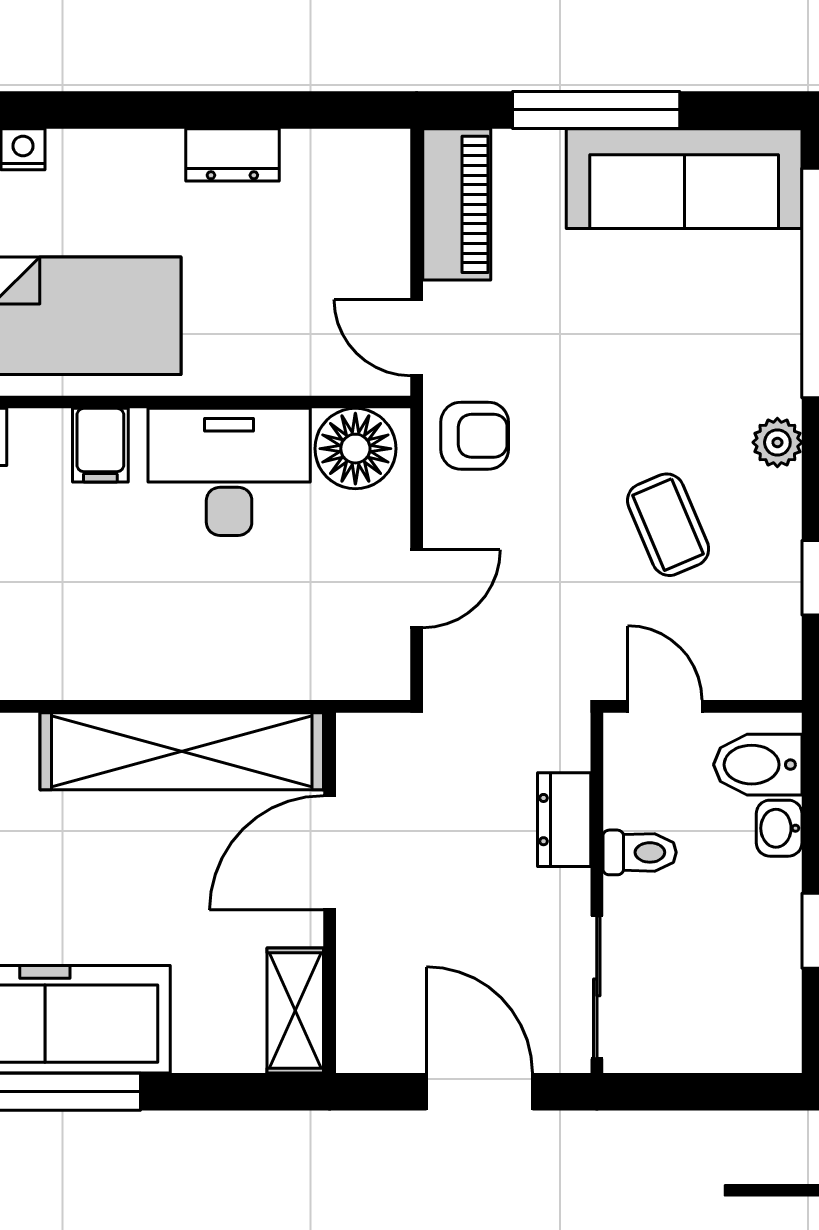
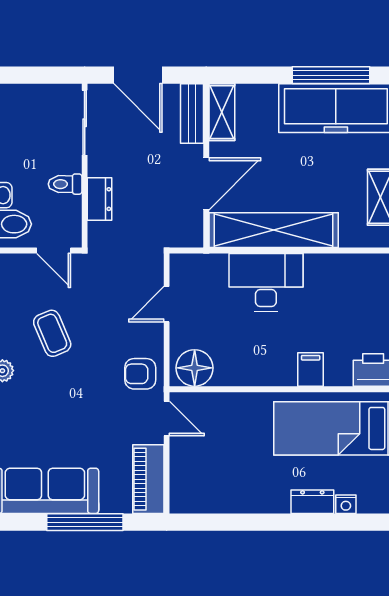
dresser: (232, 155) -> (312, 502), moved
desk: (229, 472) -> (266, 282), moved, turned 180
bench: (361, 1008) -> (192, 113), added

